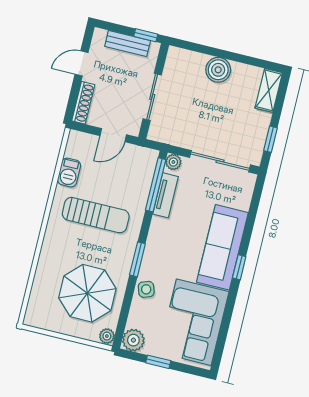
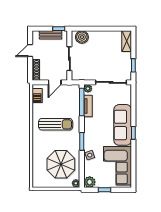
boiler: (218, 70) -> (82, 37), moved
barbecue: (69, 173) -> (37, 96), moved

